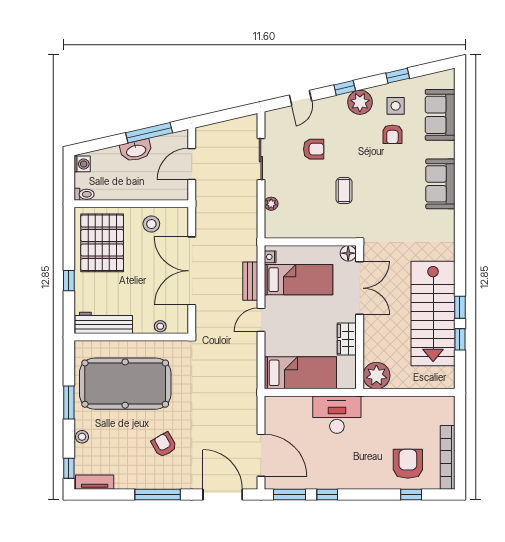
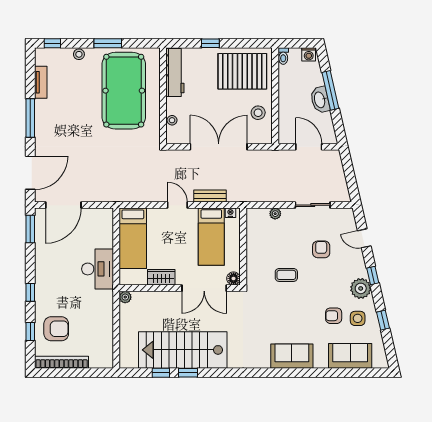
window: (149, 133) -> (330, 90), moved
armchair: (314, 149) -> (321, 249), turned 180
plant: (376, 376) -> (125, 297), width x0.53, depth x0.53
armchair: (164, 445) -> (72, 123), removed
tv unit: (95, 482) -> (41, 82), moved
window: (327, 495) -> (30, 292), moved

